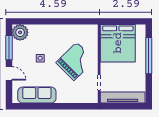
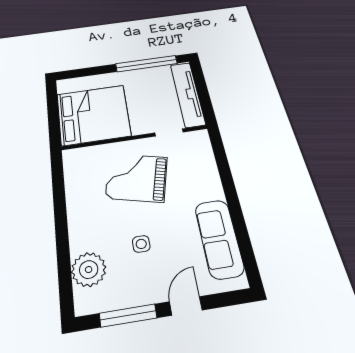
plant: (20, 32) -> (89, 270), moved
window: (149, 56) -> (146, 64), moved
grand piano: (75, 61) -> (136, 177), turned -31

